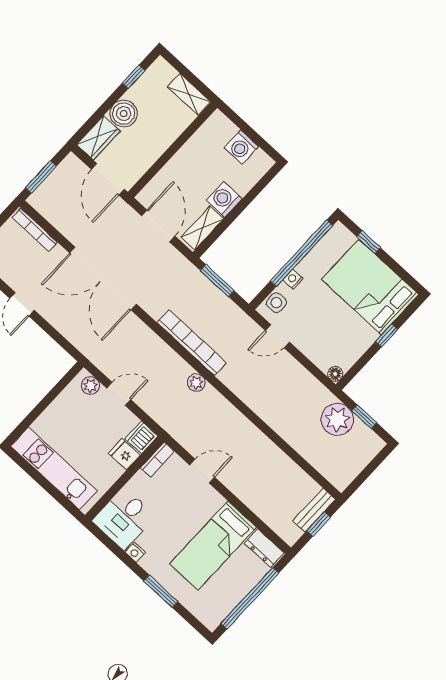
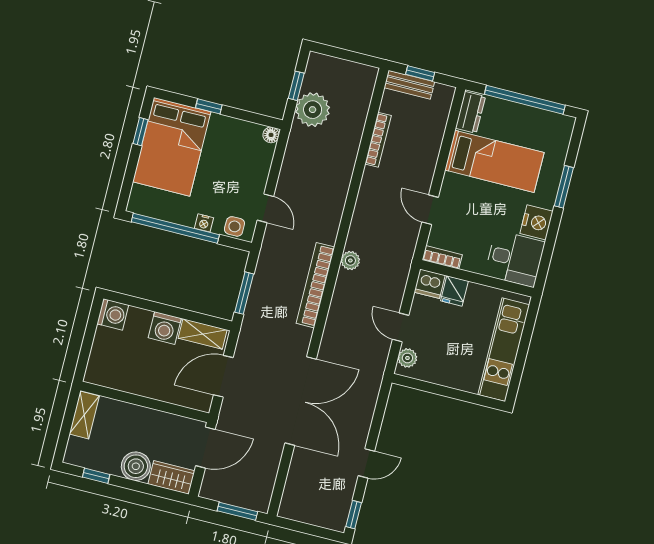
washing machine: (241, 147) -> (113, 314), moved
bookcase: (35, 230) -> (378, 140), moved
window: (368, 242) -> (141, 132), moved
nightstand: (135, 552) -> (536, 222), width x1.89, depth x1.79

